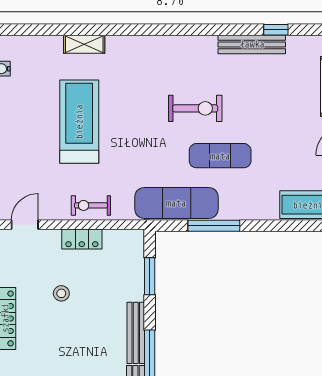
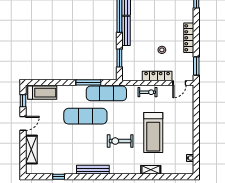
bench: (252, 44) -> (93, 170), moved
exercise bike: (195, 108) -> (120, 141), moved
exercise mat: (220, 156) -> (85, 116), width x1.36, depth x1.45
locker: (82, 239) -> (157, 76), width x1.53

